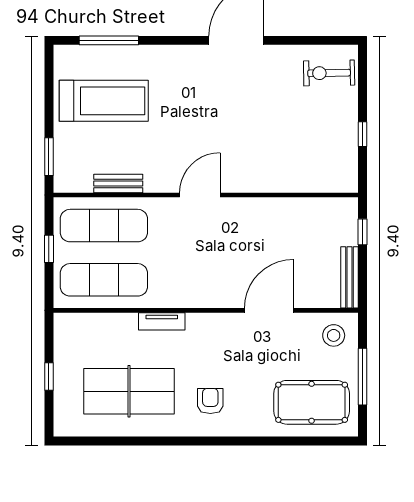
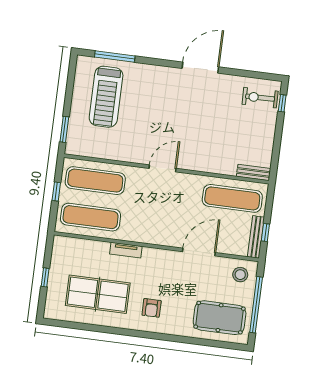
treadmill: (104, 101) -> (106, 97), turned 90
window: (363, 134) -> (282, 103), moved
bench: (118, 184) -> (254, 172), moved
exercise mat: (308, 226) -> (232, 198), added
window: (363, 232) -> (265, 232), moved
window: (363, 377) -> (256, 305), width x1.46
armchair: (210, 401) -> (152, 308), turned 180

